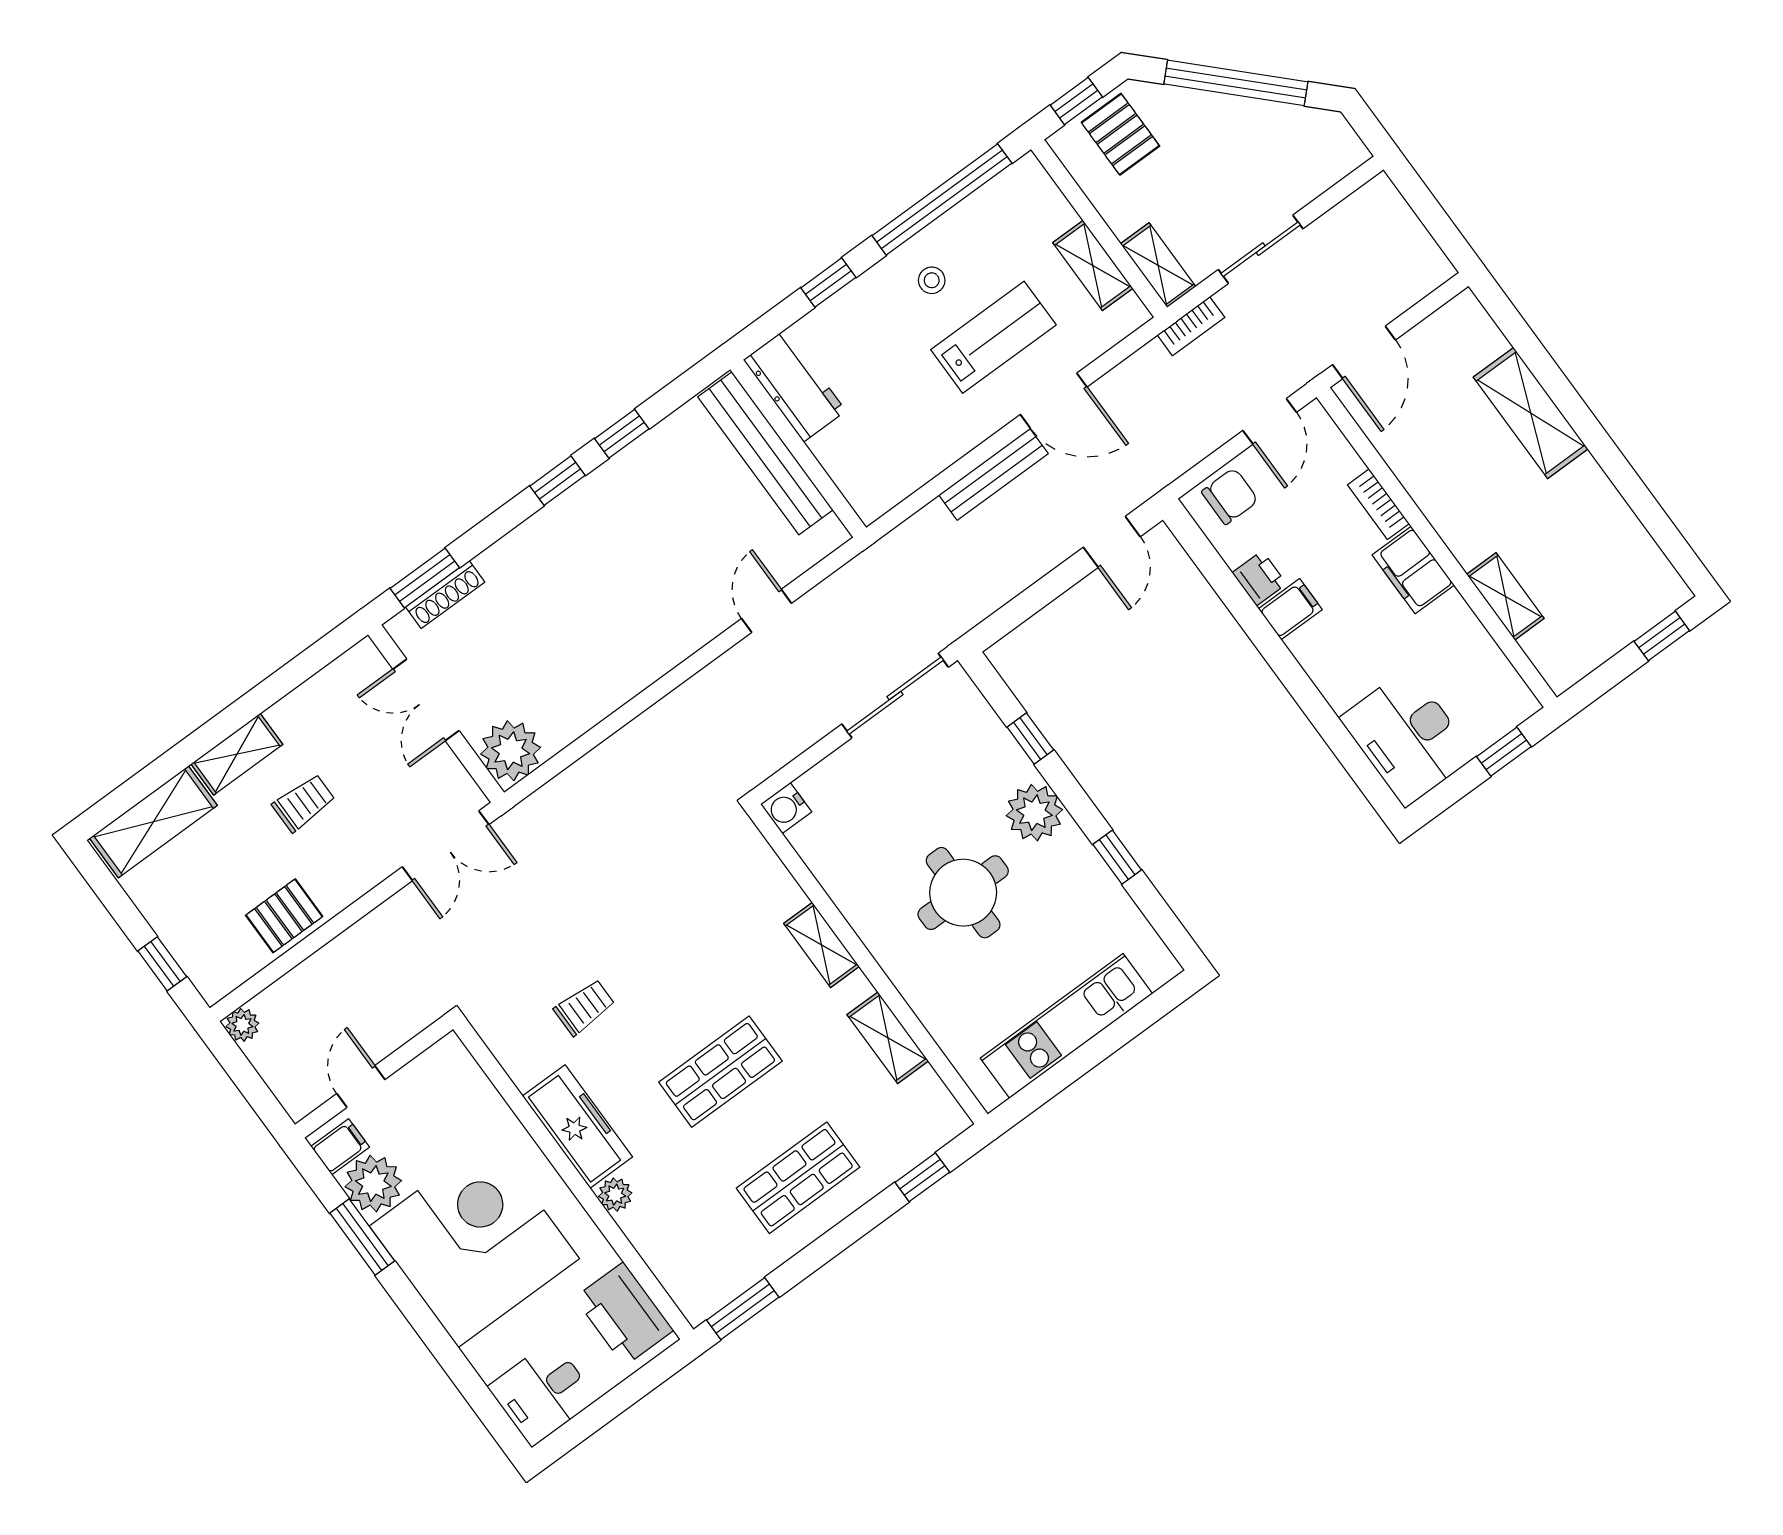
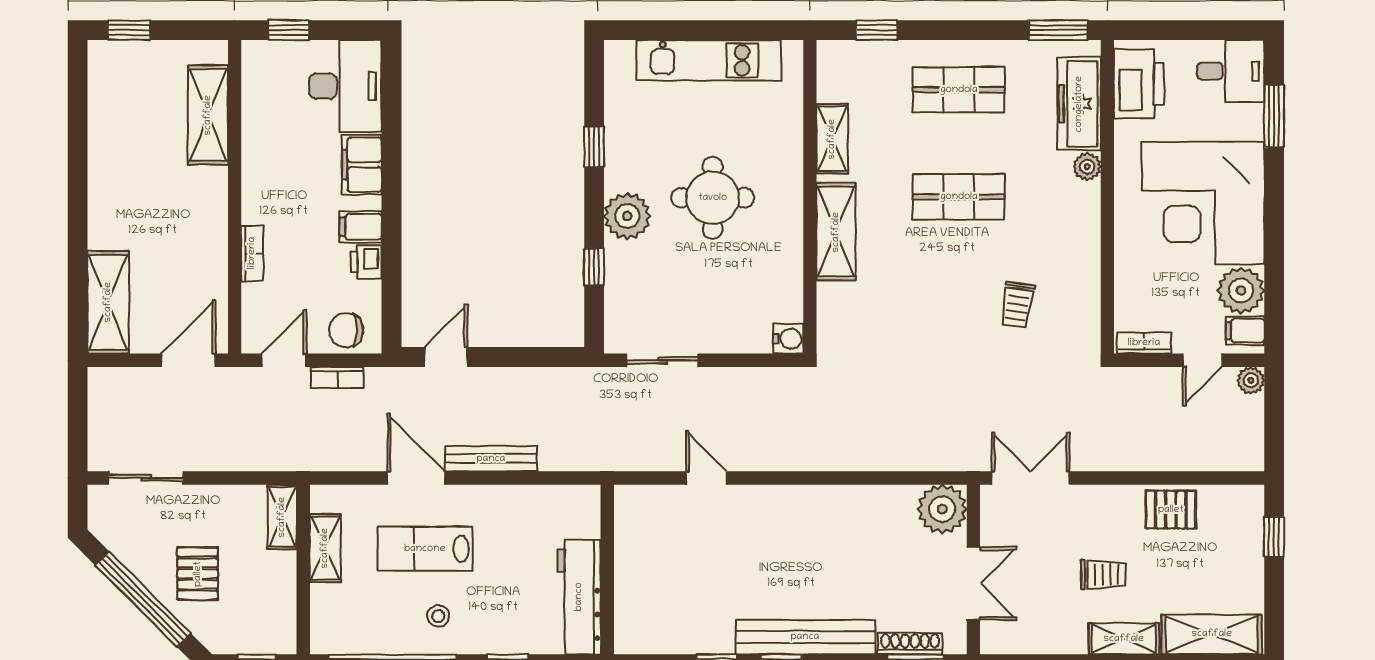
pallet: (1120, 134) -> (198, 574), moved
sliding door: (1261, 249) -> (146, 478), moved
bookcase: (1191, 326) -> (337, 377), moved, turned 180
workbench: (795, 385) -> (579, 597), width x1.38
shelving: (1531, 413) -> (108, 302), moved
bench: (765, 453) -> (805, 637), moved, turned 90
filing cabinet: (1413, 570) -> (362, 165), moved, turned 180
shelving: (1505, 596) -> (208, 115), width x1.50, depth x1.33
door: (766, 611) -> (706, 478), swing flipped
sliding door: (895, 696) -> (663, 360), width x0.73
trolley: (304, 803) -> (1104, 575), turned 180
shelving: (822, 945) -> (836, 232), width x1.50, depth x1.33
trolley: (584, 1007) -> (1017, 305), turned -81
plant: (242, 1025) -> (1251, 380), moved
bookcase: (431, 1061) -> (1144, 343), added
freezer: (577, 1127) -> (1079, 104), moved
window: (362, 1237) -> (1274, 116), moved

